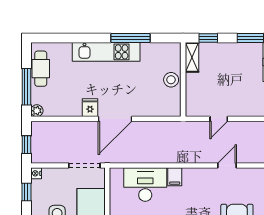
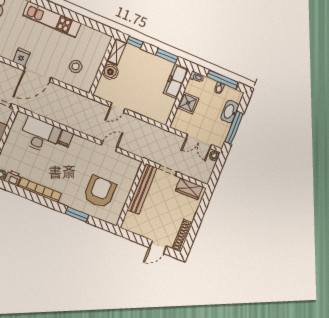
window: (130, 38) -> (75, 17), removed
stool: (171, 80) -> (76, 66), moved
boiler: (194, 83) -> (110, 72), added

